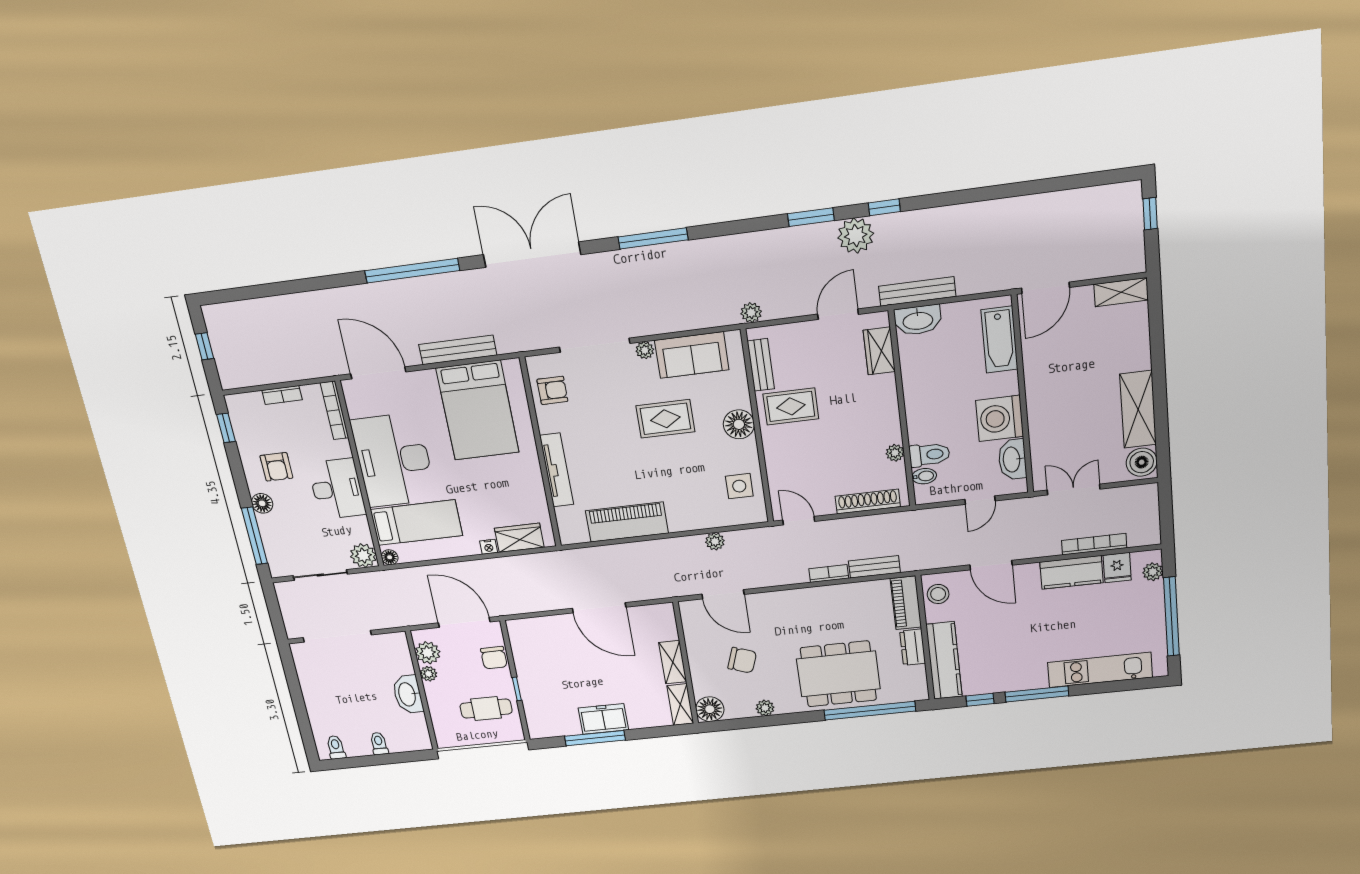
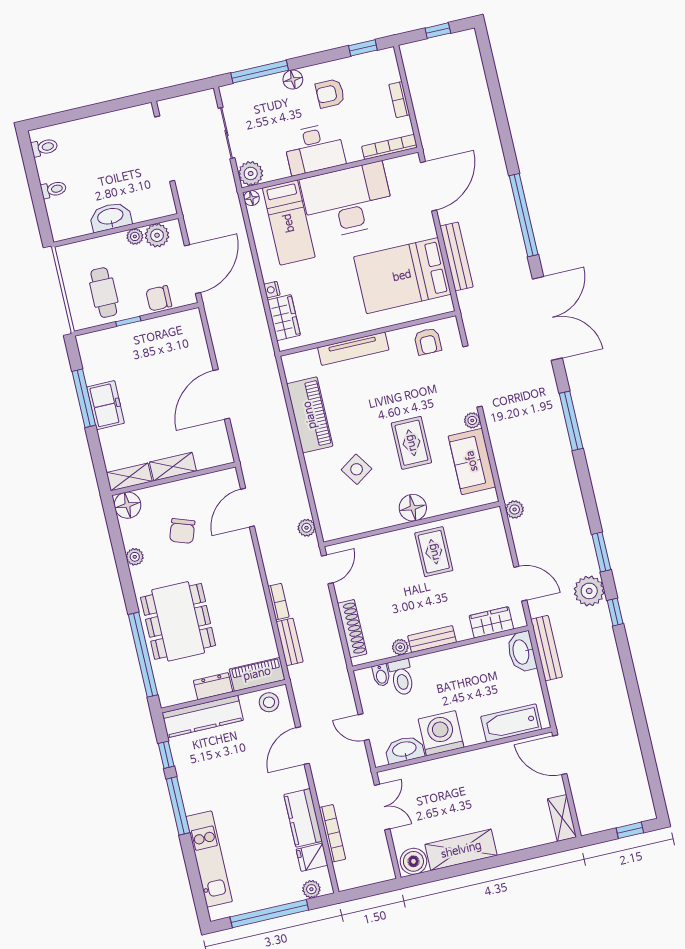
bench: (761, 365) -> (432, 639), moved
side table: (739, 486) -> (357, 469), moved, turned -34
plant: (715, 541) -> (306, 528), moved

